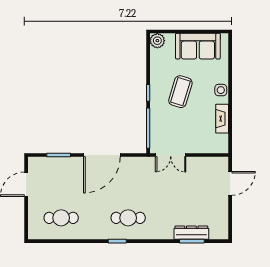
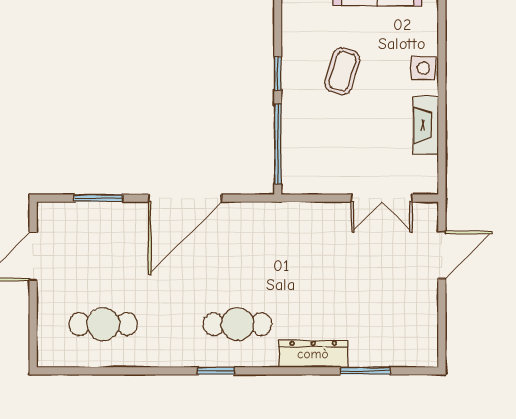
coffee table: (180, 92) -> (342, 71), width x0.73, depth x0.77
double door: (171, 155) -> (382, 198), moved
dresser: (191, 233) -> (313, 354), moved

